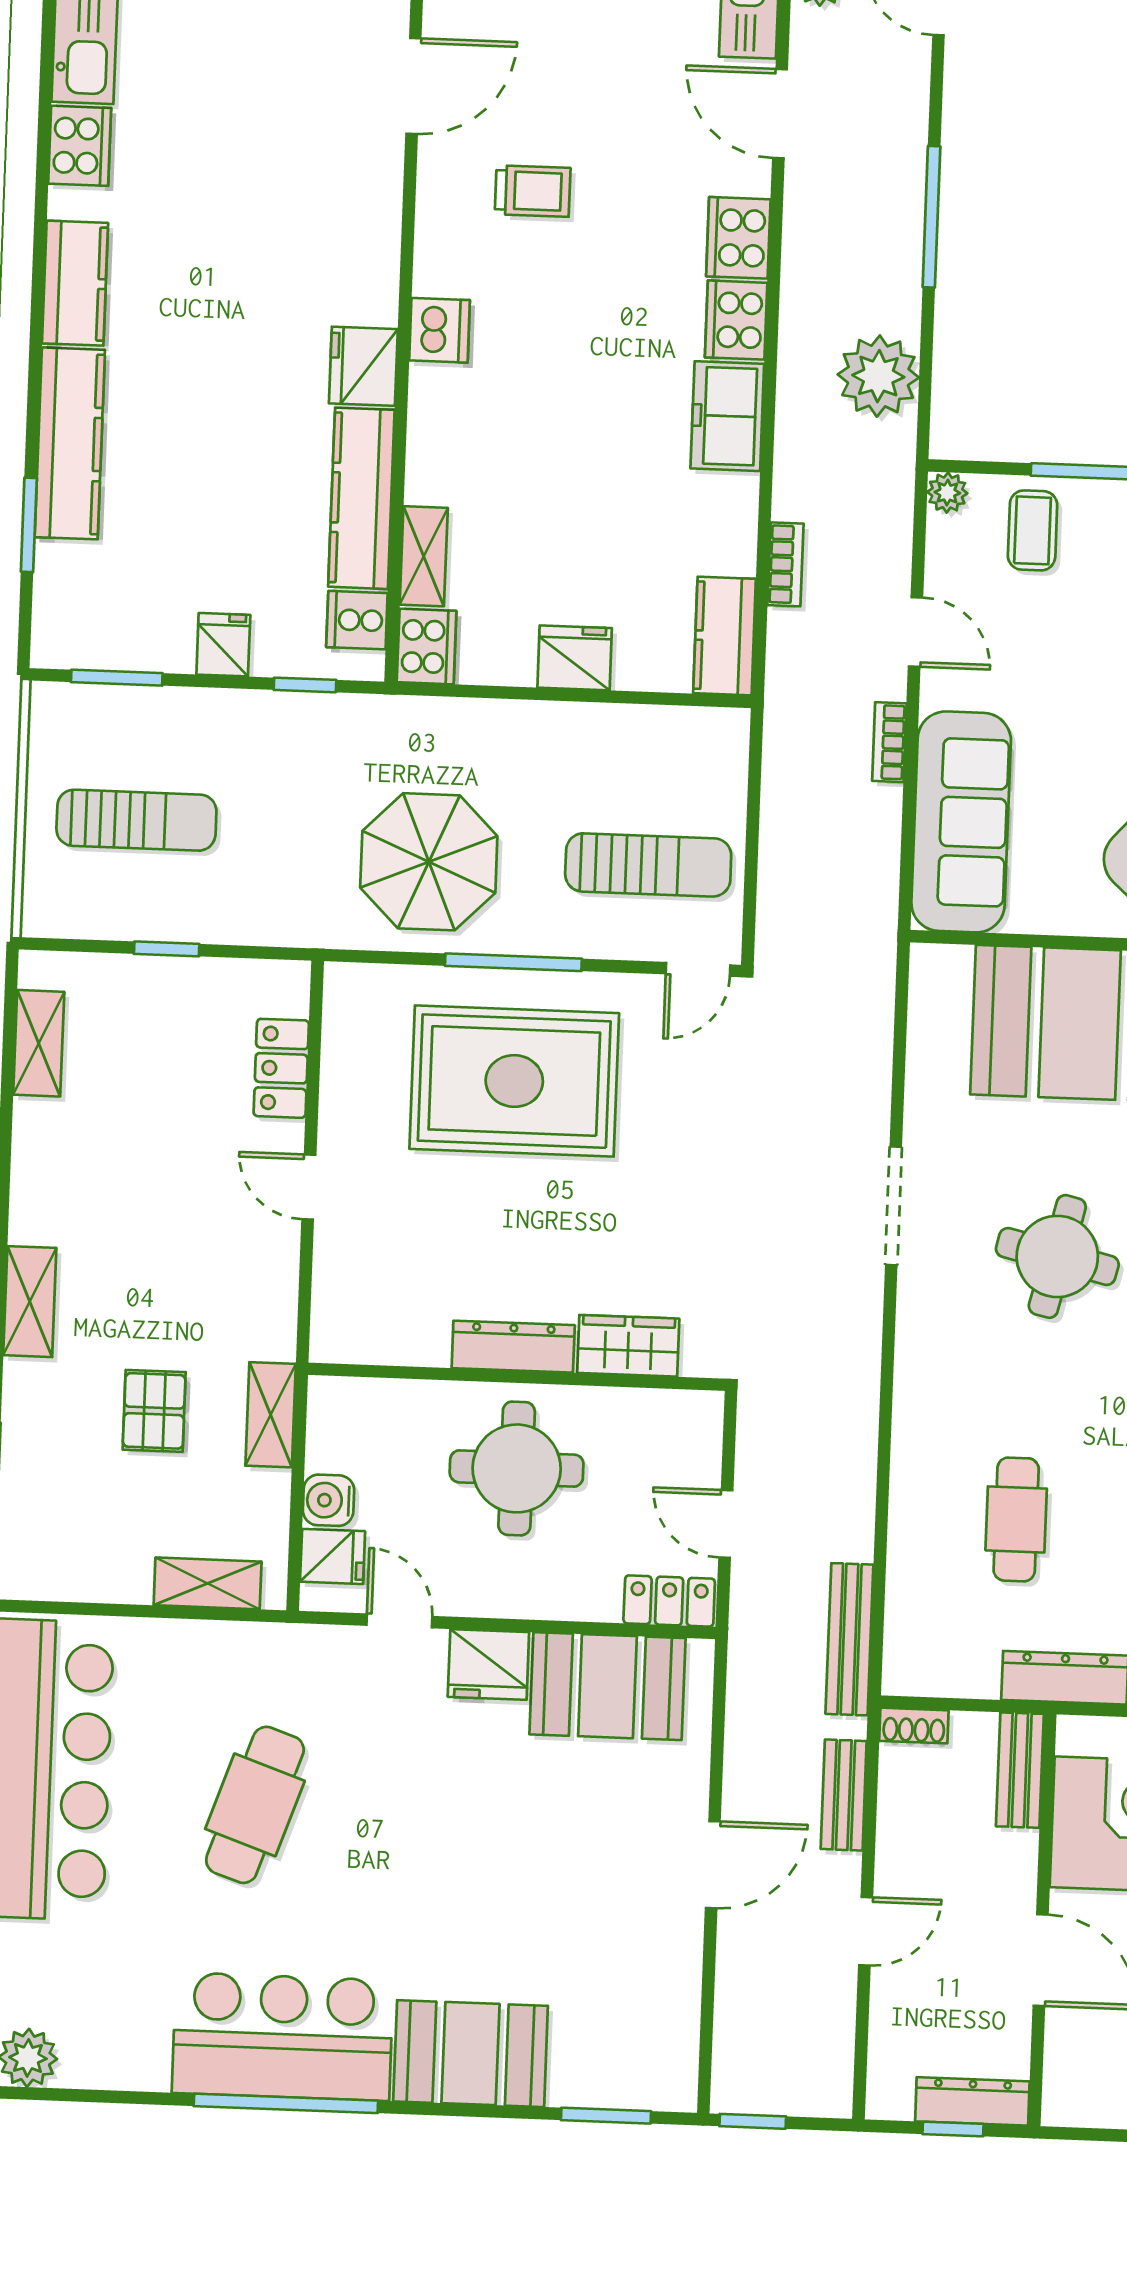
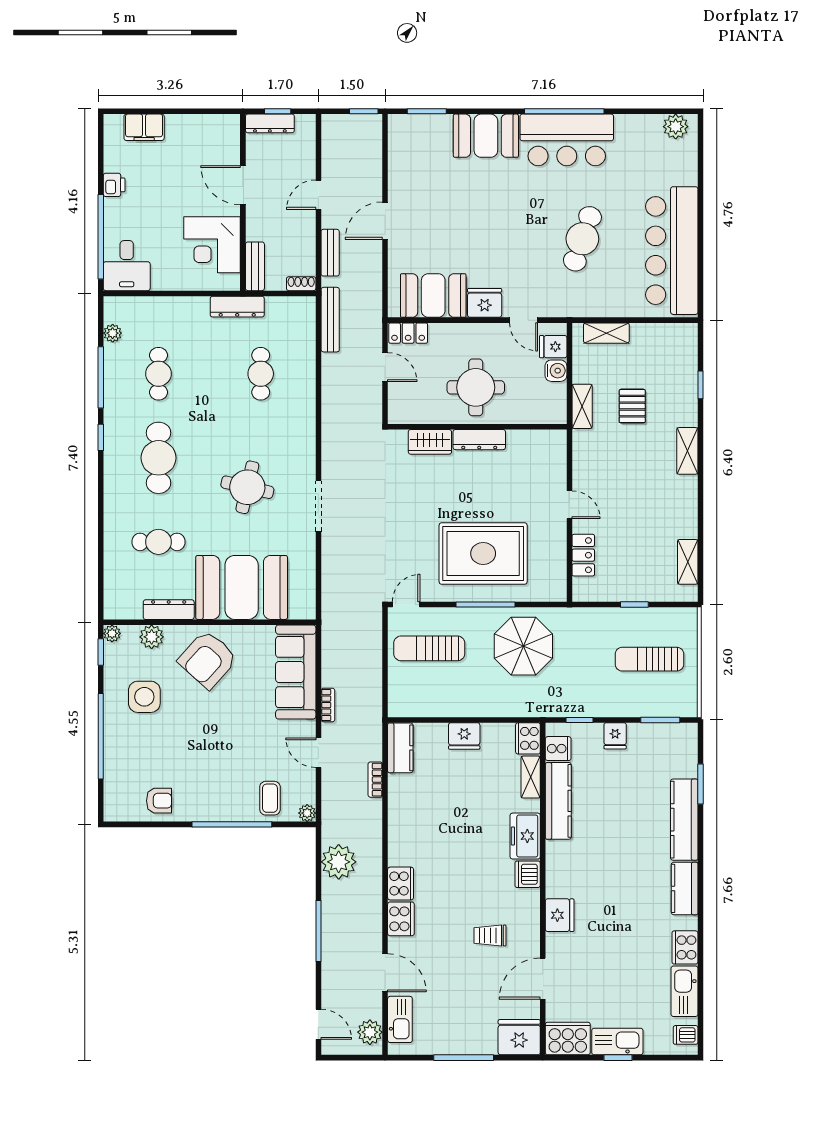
fridge: (363, 366) -> (560, 915), moved
freezer: (727, 416) -> (525, 836), moved, turned 180

